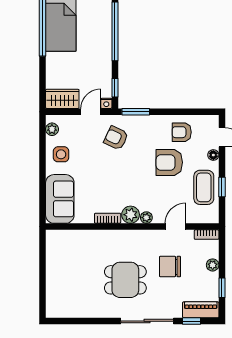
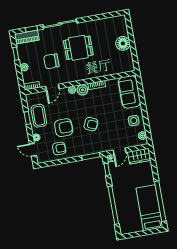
armchair: (116, 138) -> (91, 124), moved
chair: (170, 267) -> (51, 61), turned 180
floor lamp: (57, 274) -> (123, 43), added

